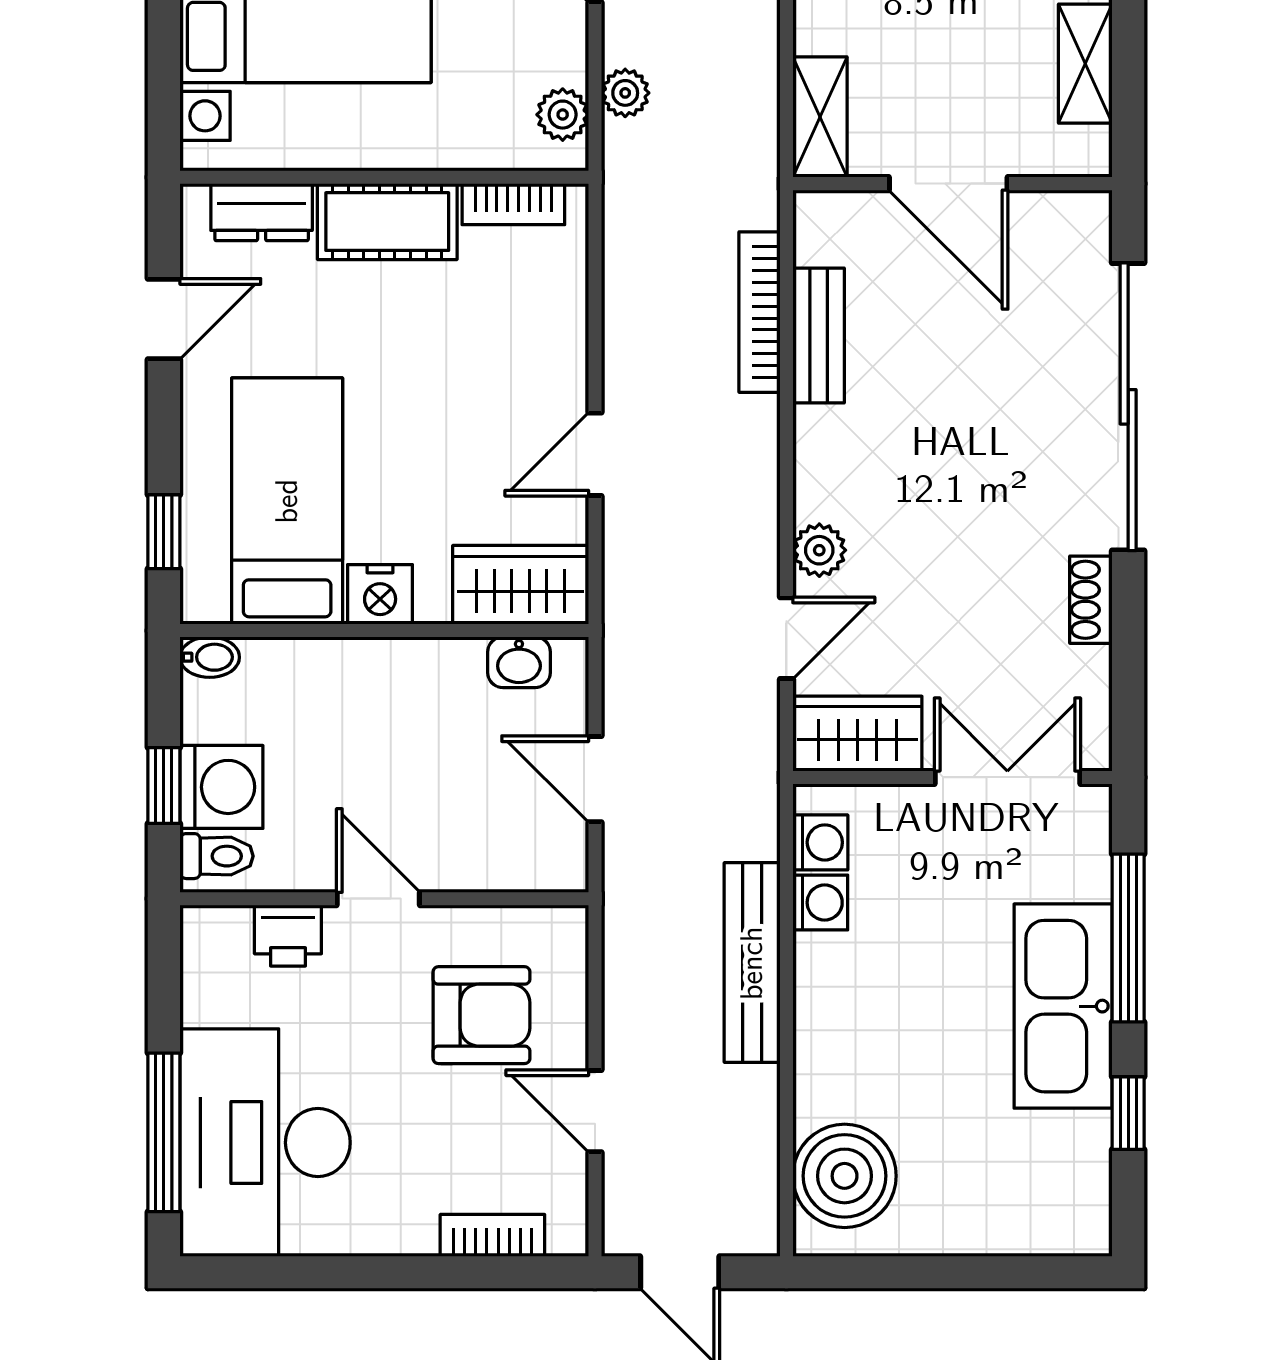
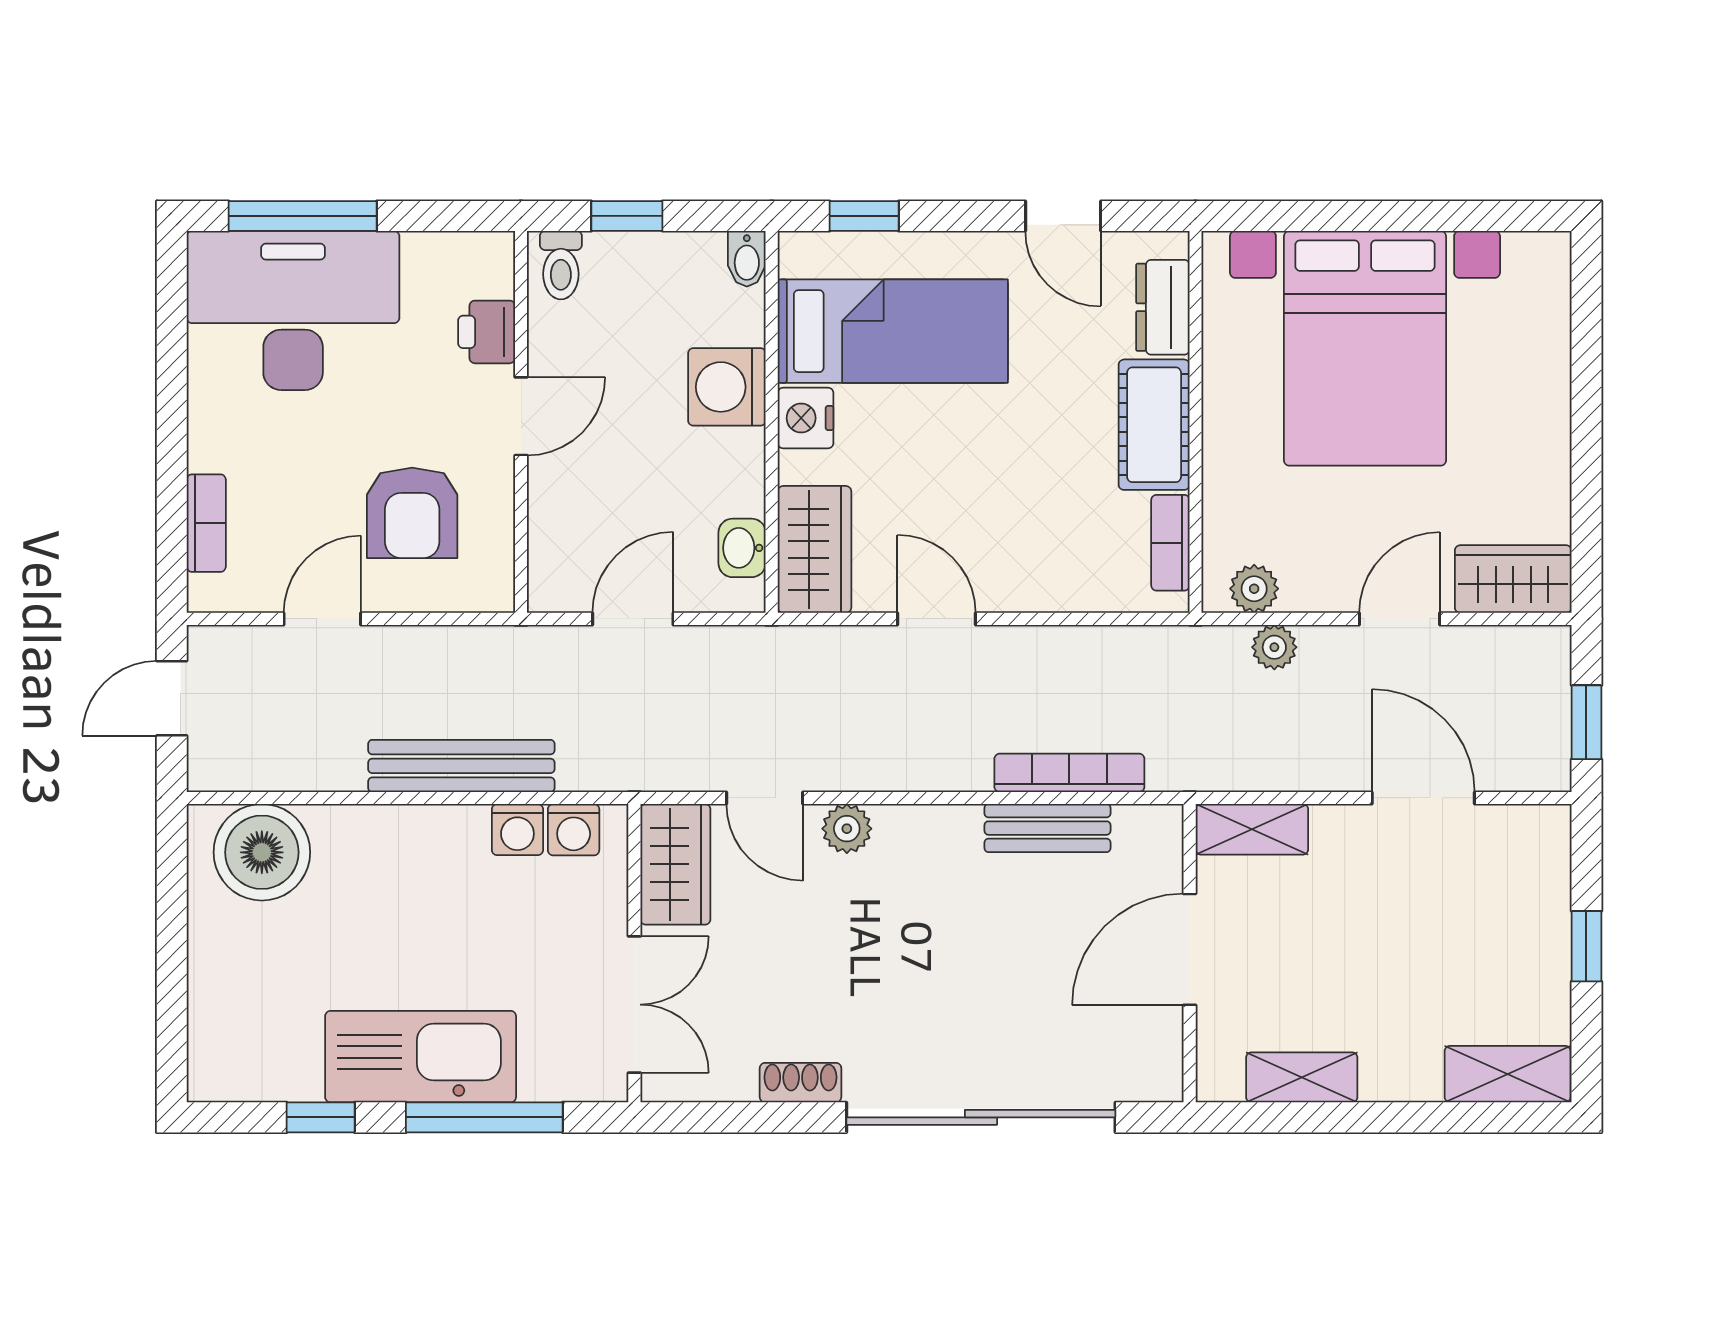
washing machine: (221, 787) -> (727, 387), moved, turned 90

